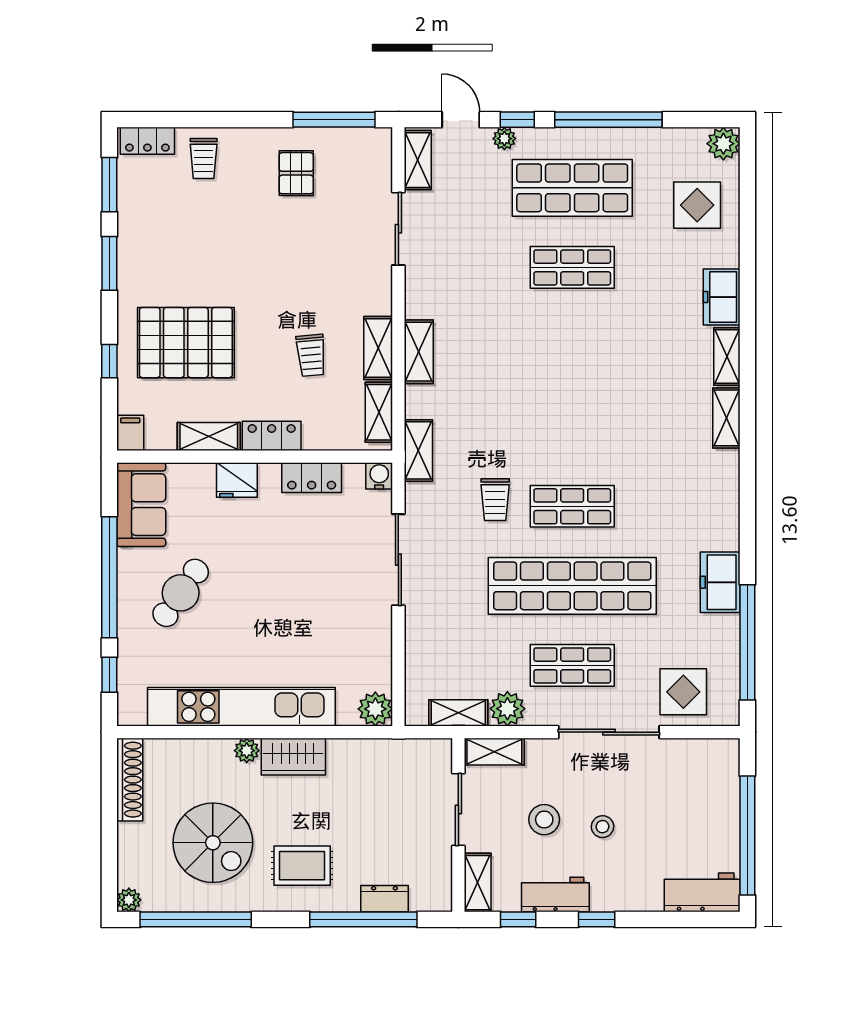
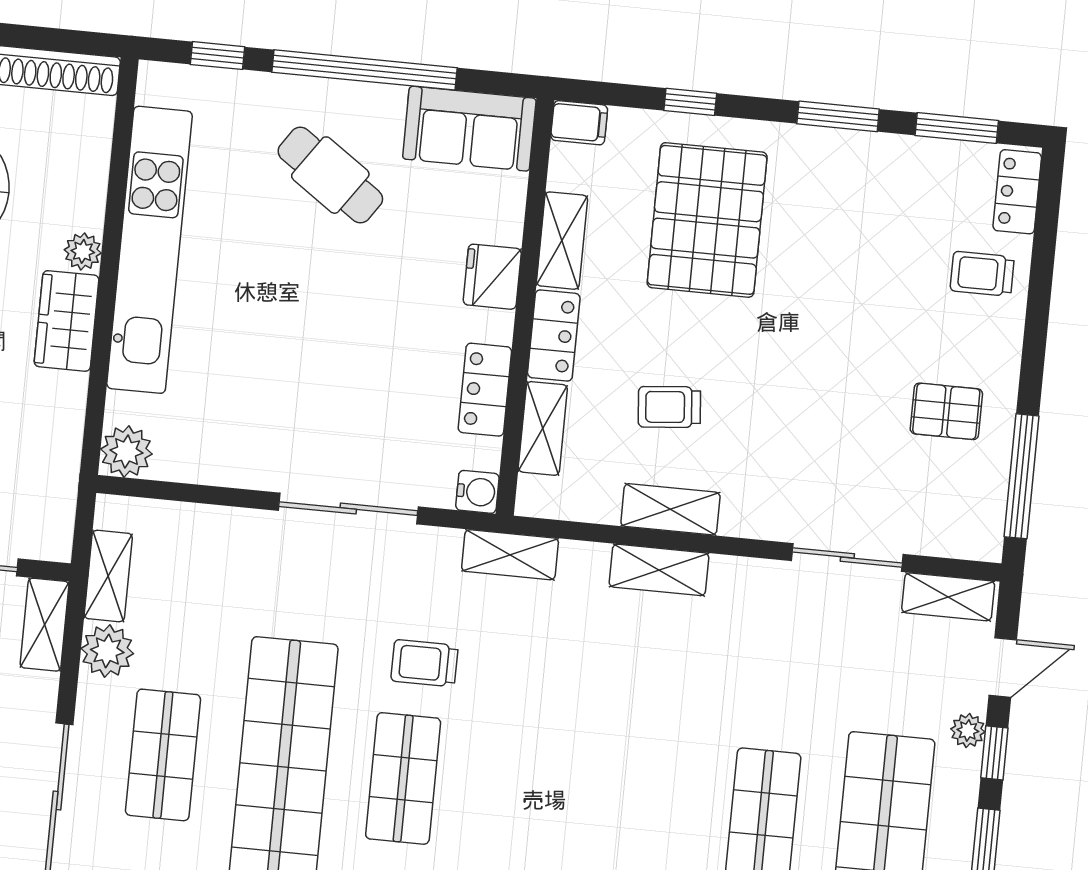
shelving: (379, 412) -> (543, 428), moved, turned 90

